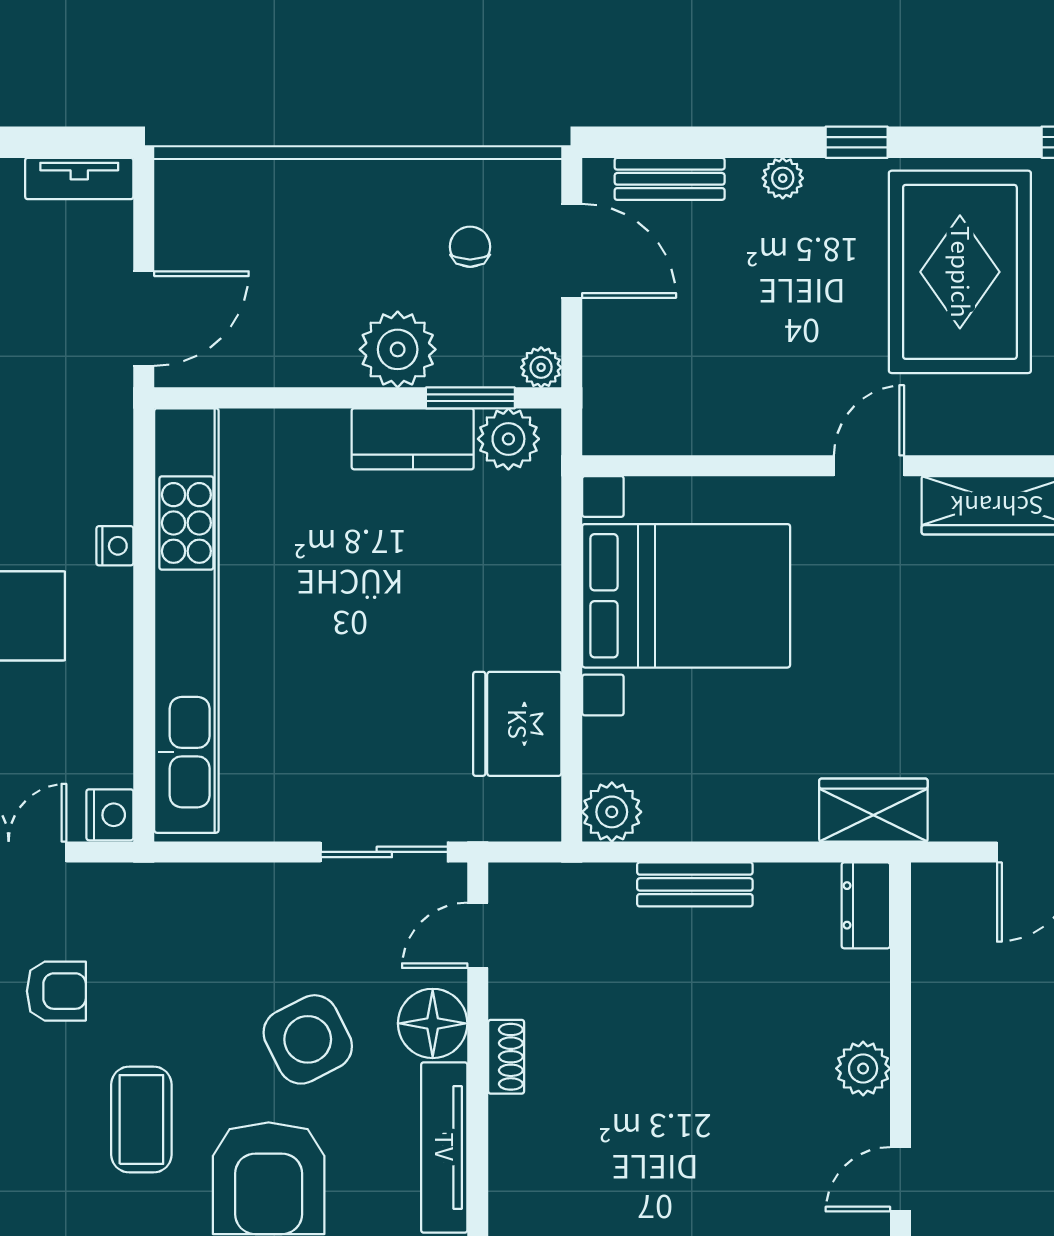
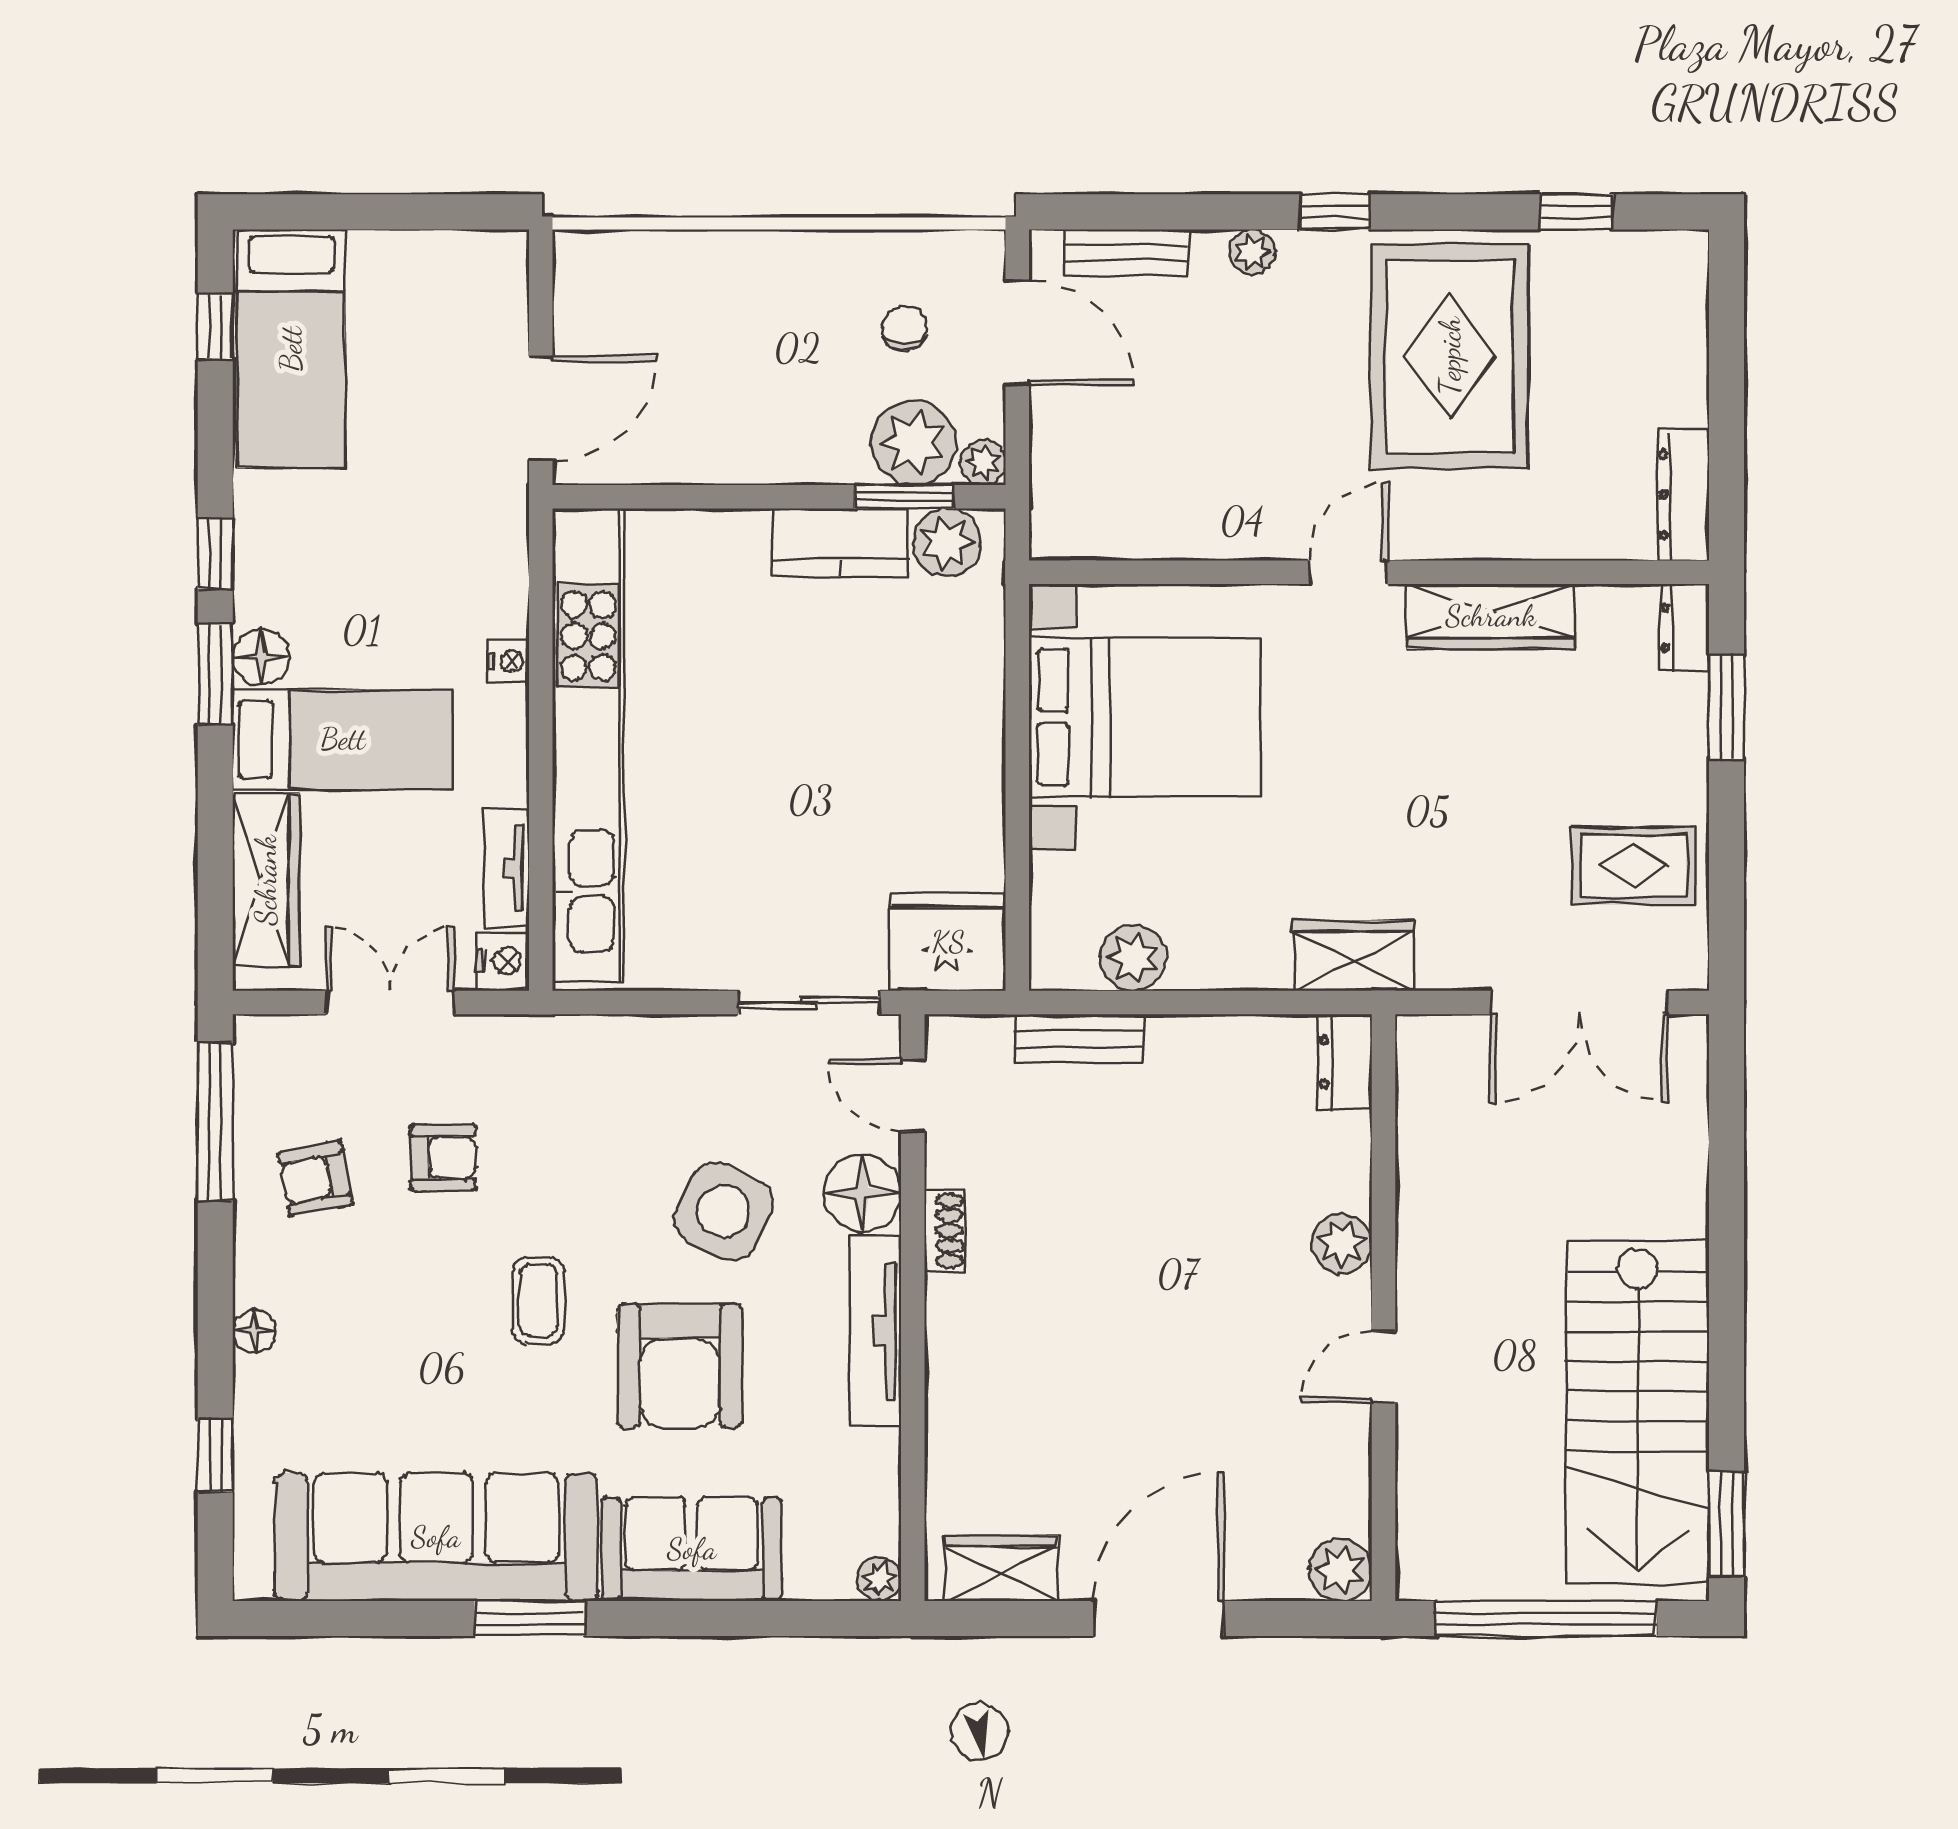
tv unit: (79, 179) -> (506, 868), moved, turned 90
plant: (398, 349) -> (914, 443), moved
fridge: (517, 724) -> (948, 942), moved, turned 90
plant: (612, 812) -> (1133, 958), moved
bench: (695, 884) -> (1079, 1039), moved
door: (478, 935) -> (913, 1095), hinge flipped
side table: (308, 1039) -> (723, 1211), turned -36
coffee table: (141, 1120) -> (538, 1300), width x0.73, depth x0.77

